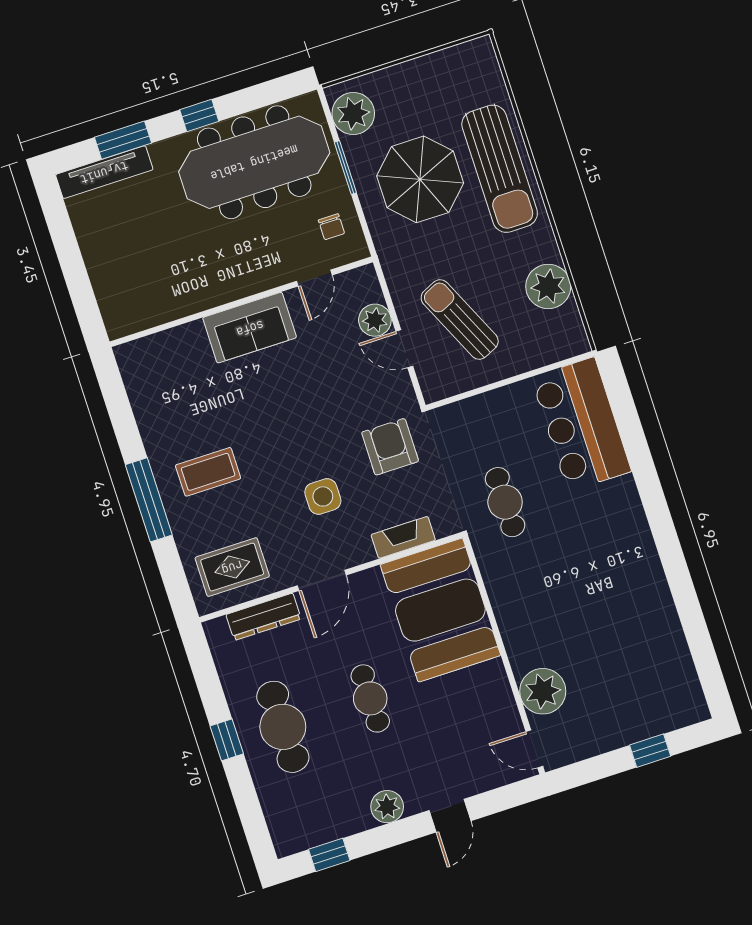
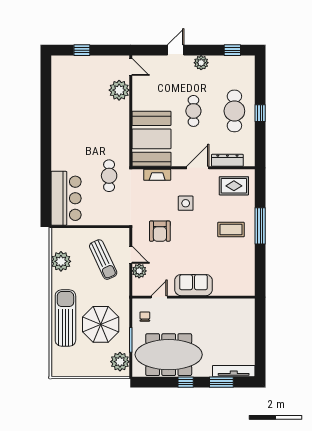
armchair: (390, 447) -> (160, 231), moved

